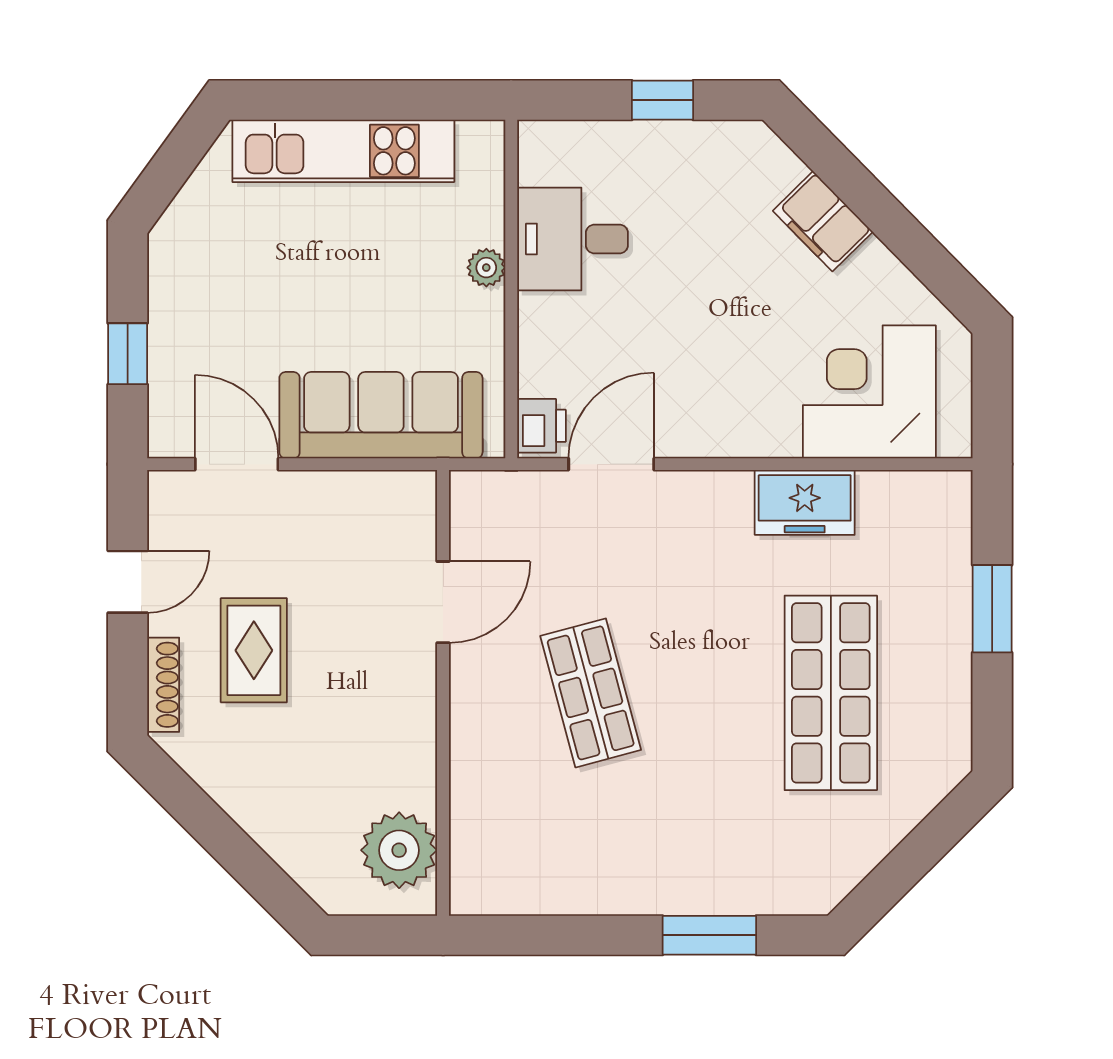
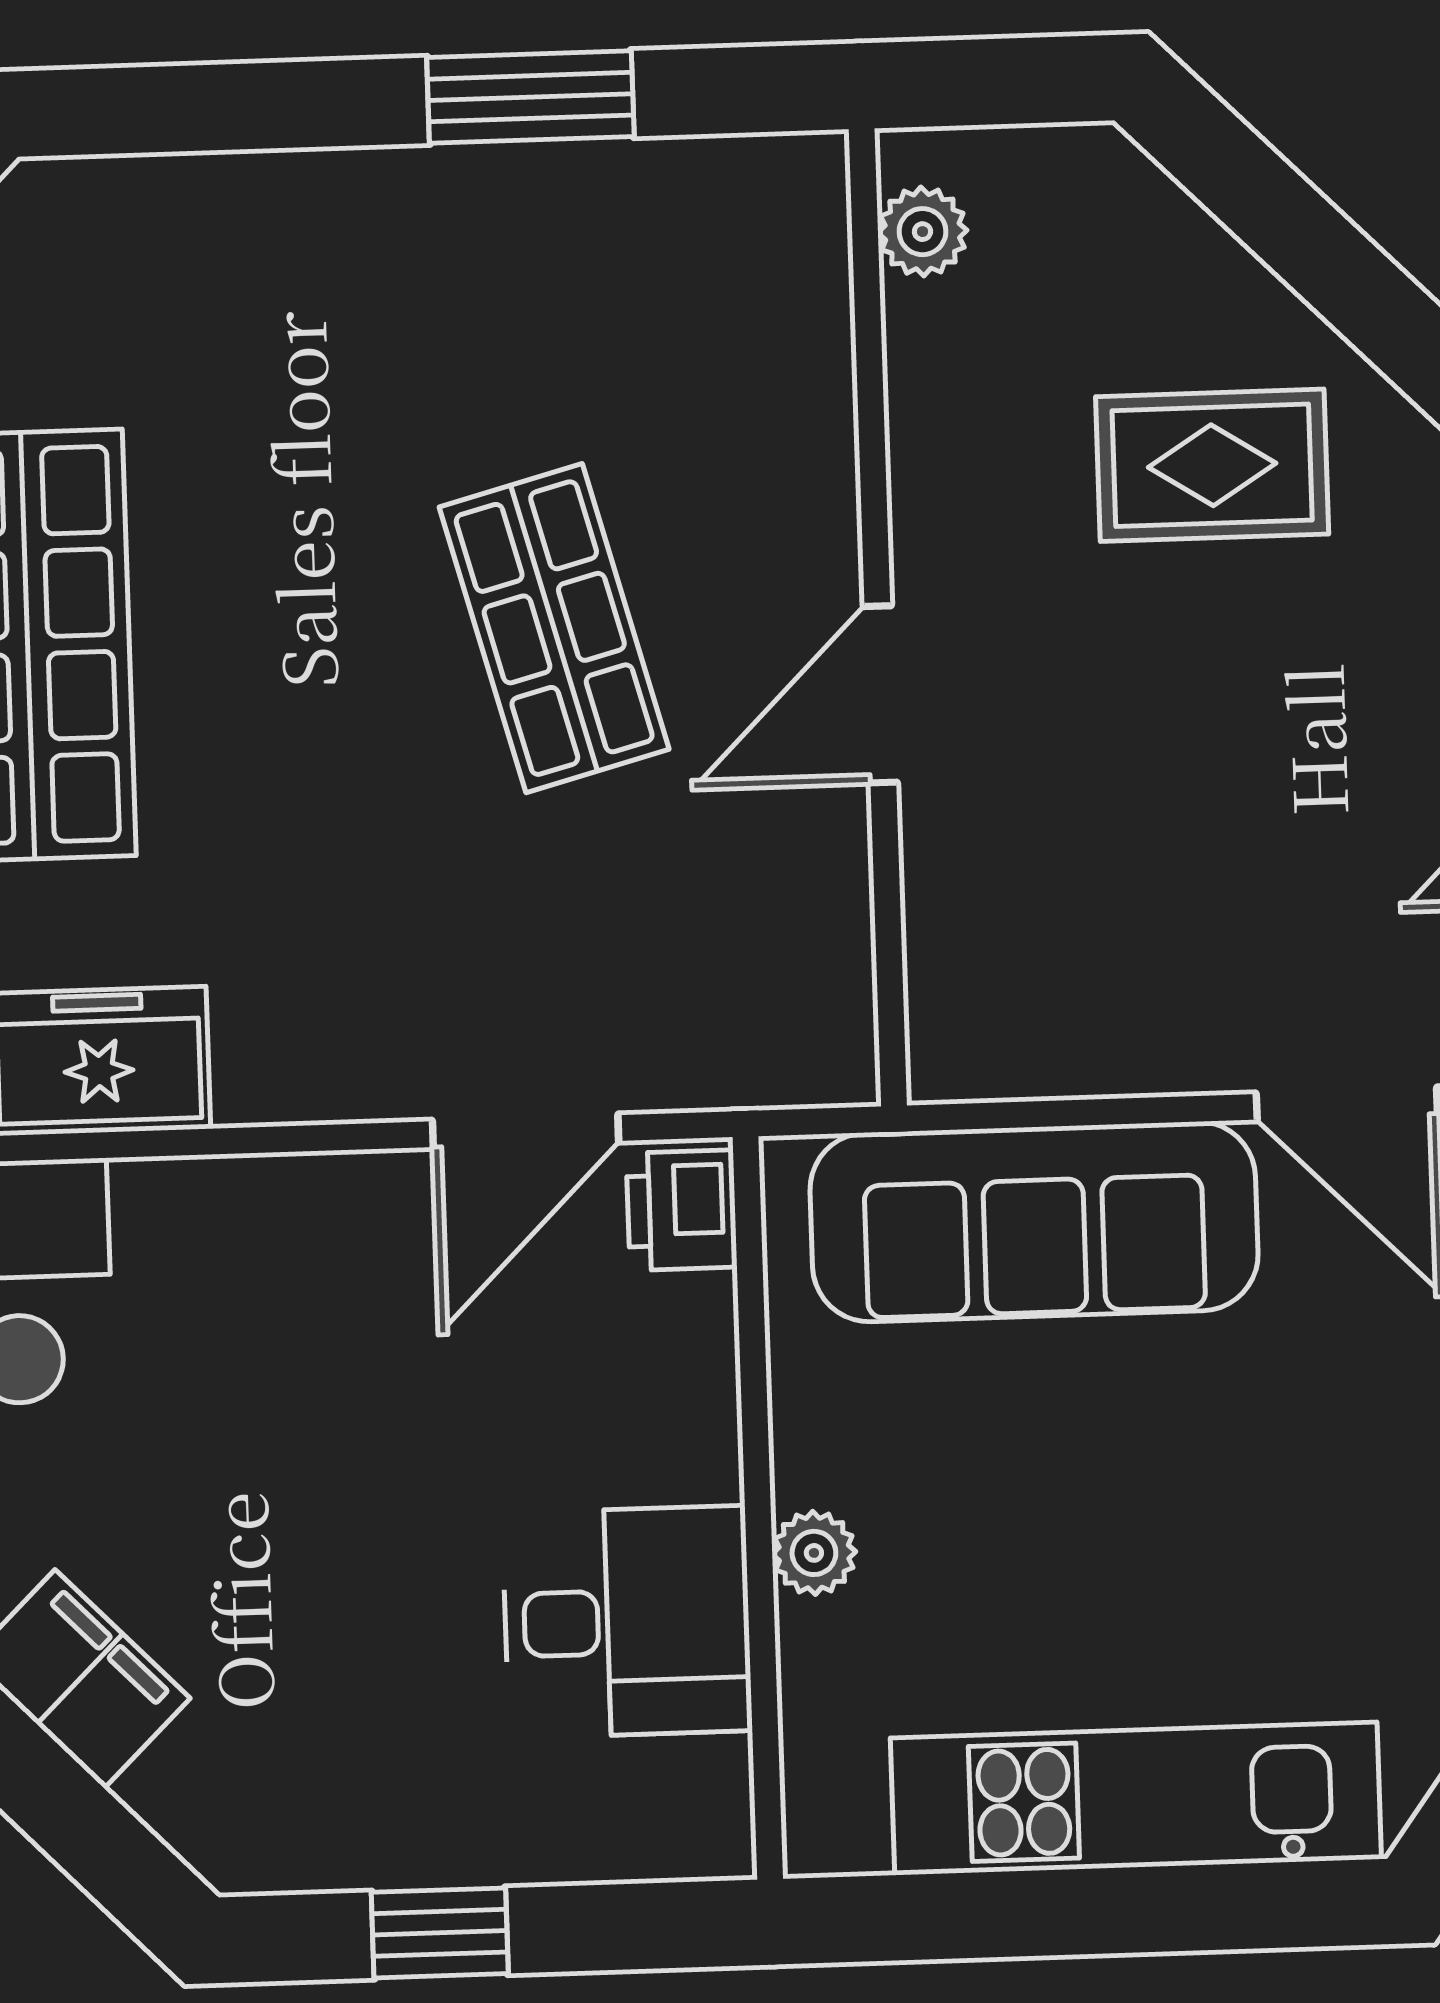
door: (443, 602) -> (880, 694), moved
rug: (254, 650) -> (1212, 465), moved, turned 90
plant: (399, 850) -> (922, 232), width x0.53, depth x0.53
window: (709, 935) -> (530, 97), moved

